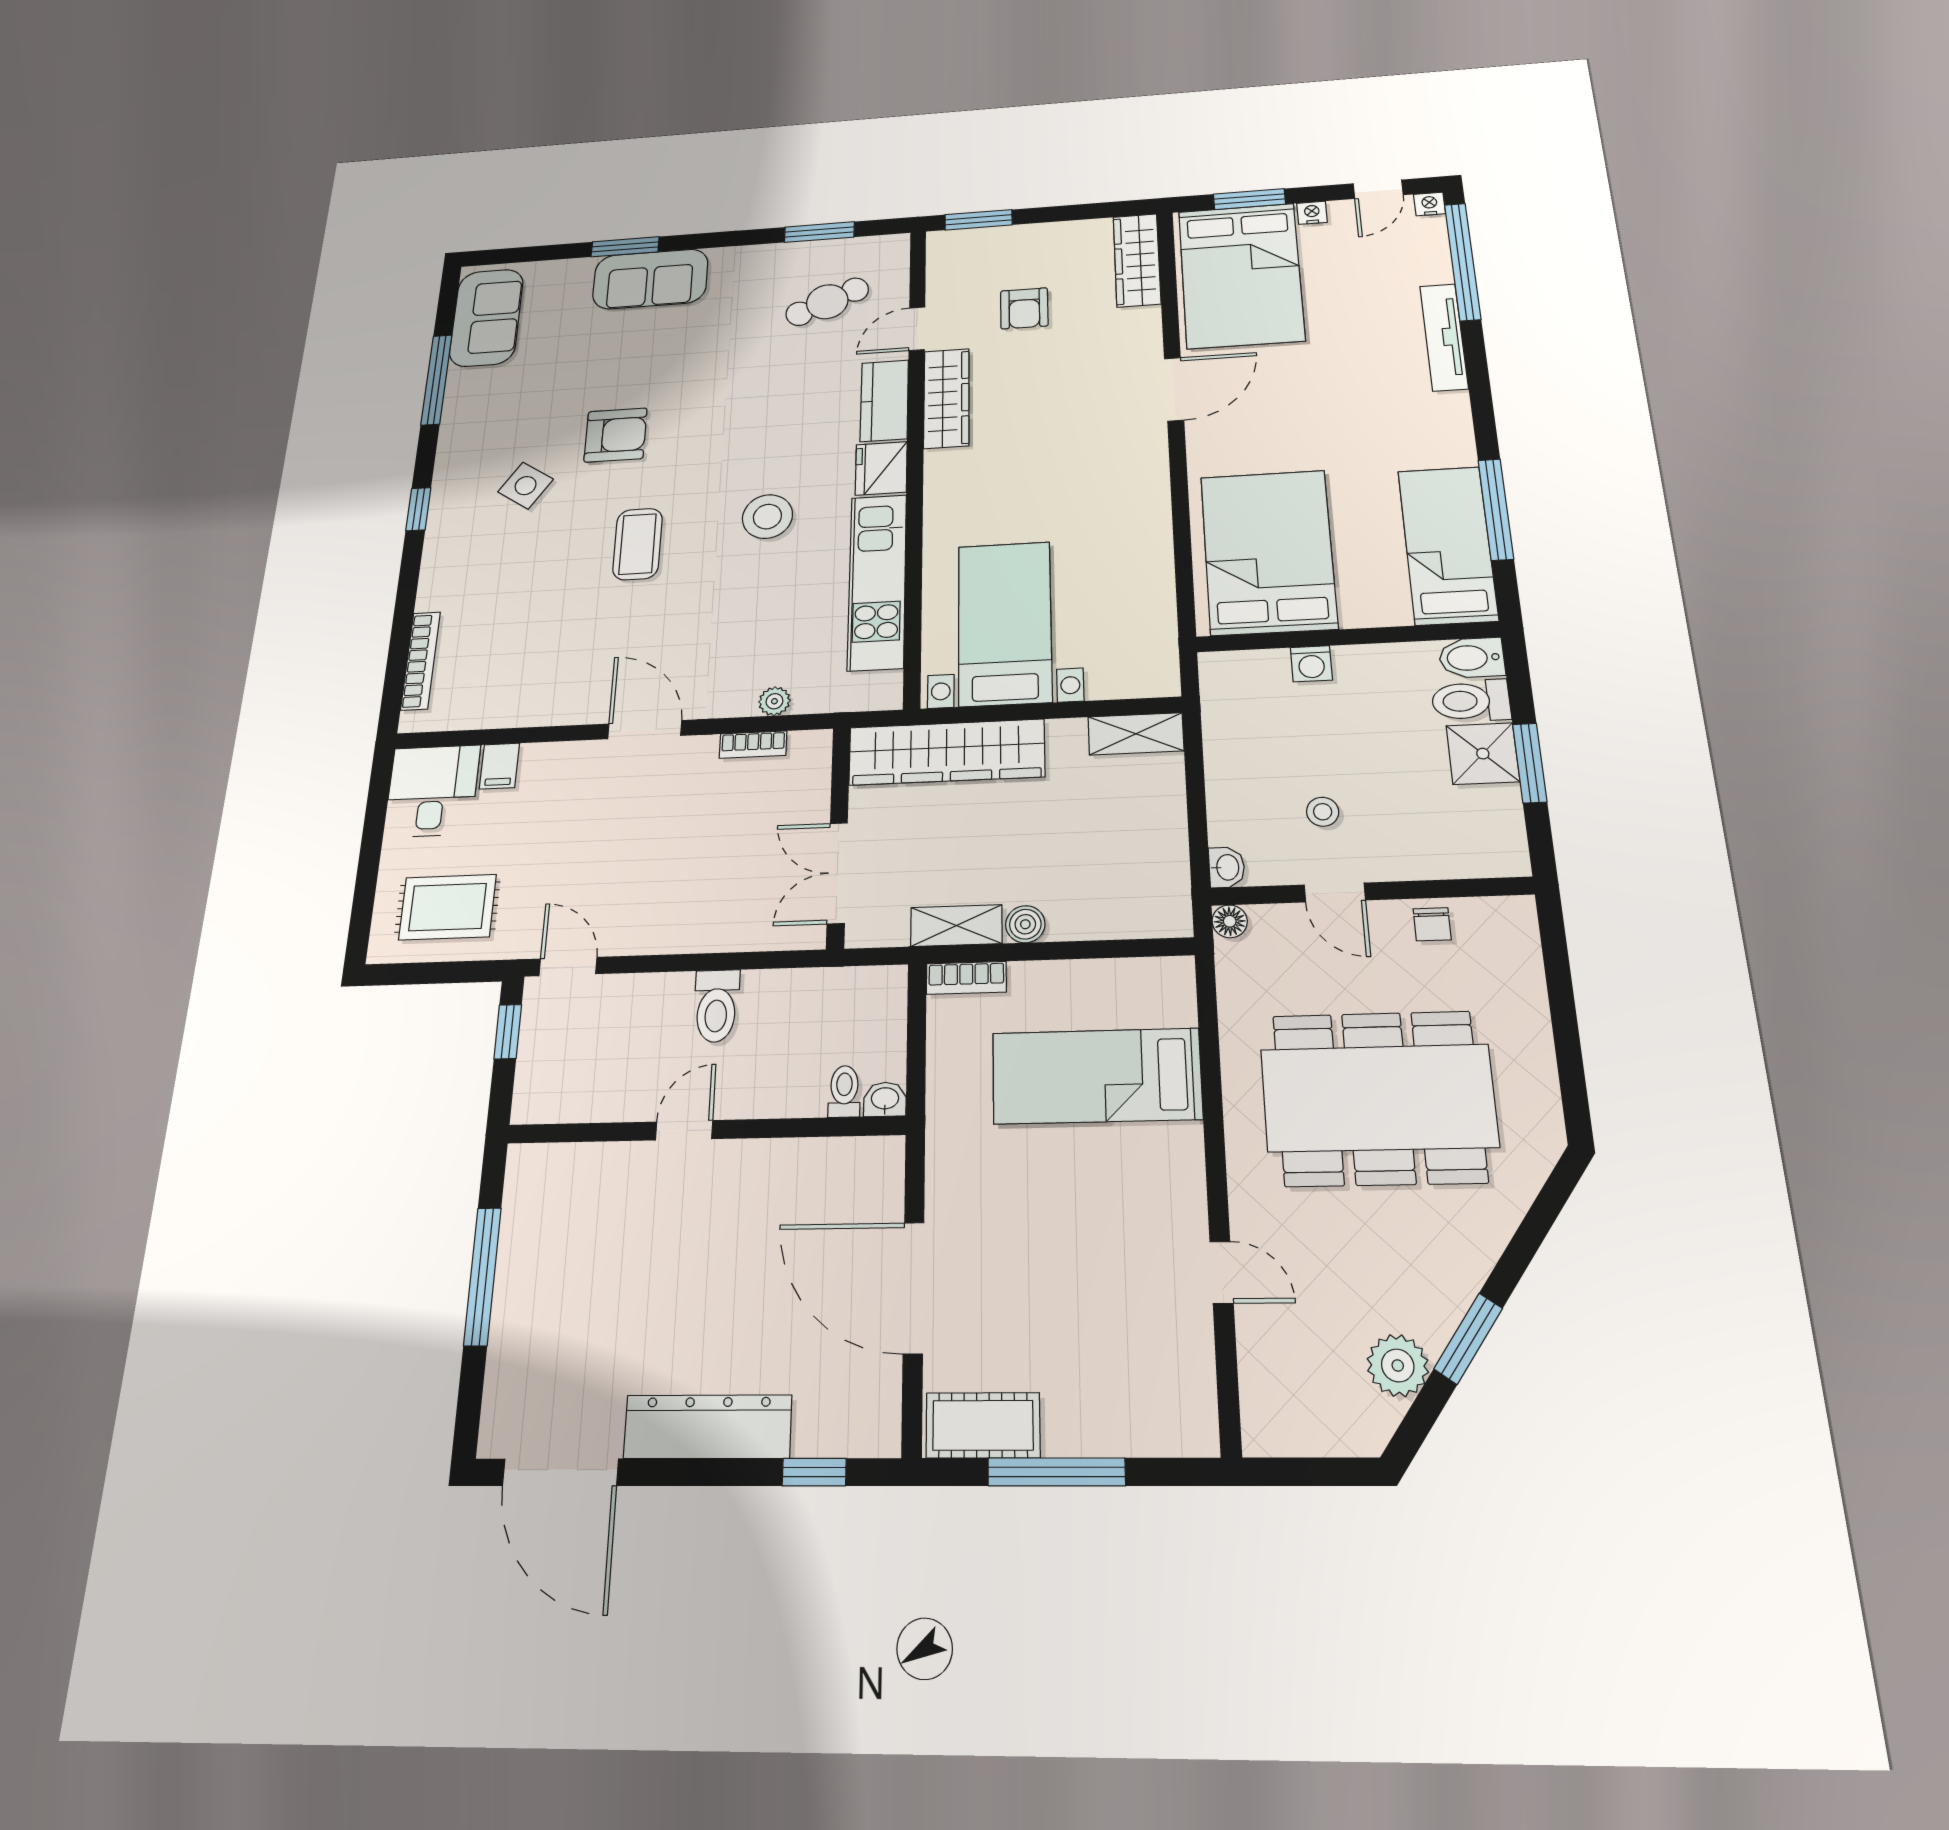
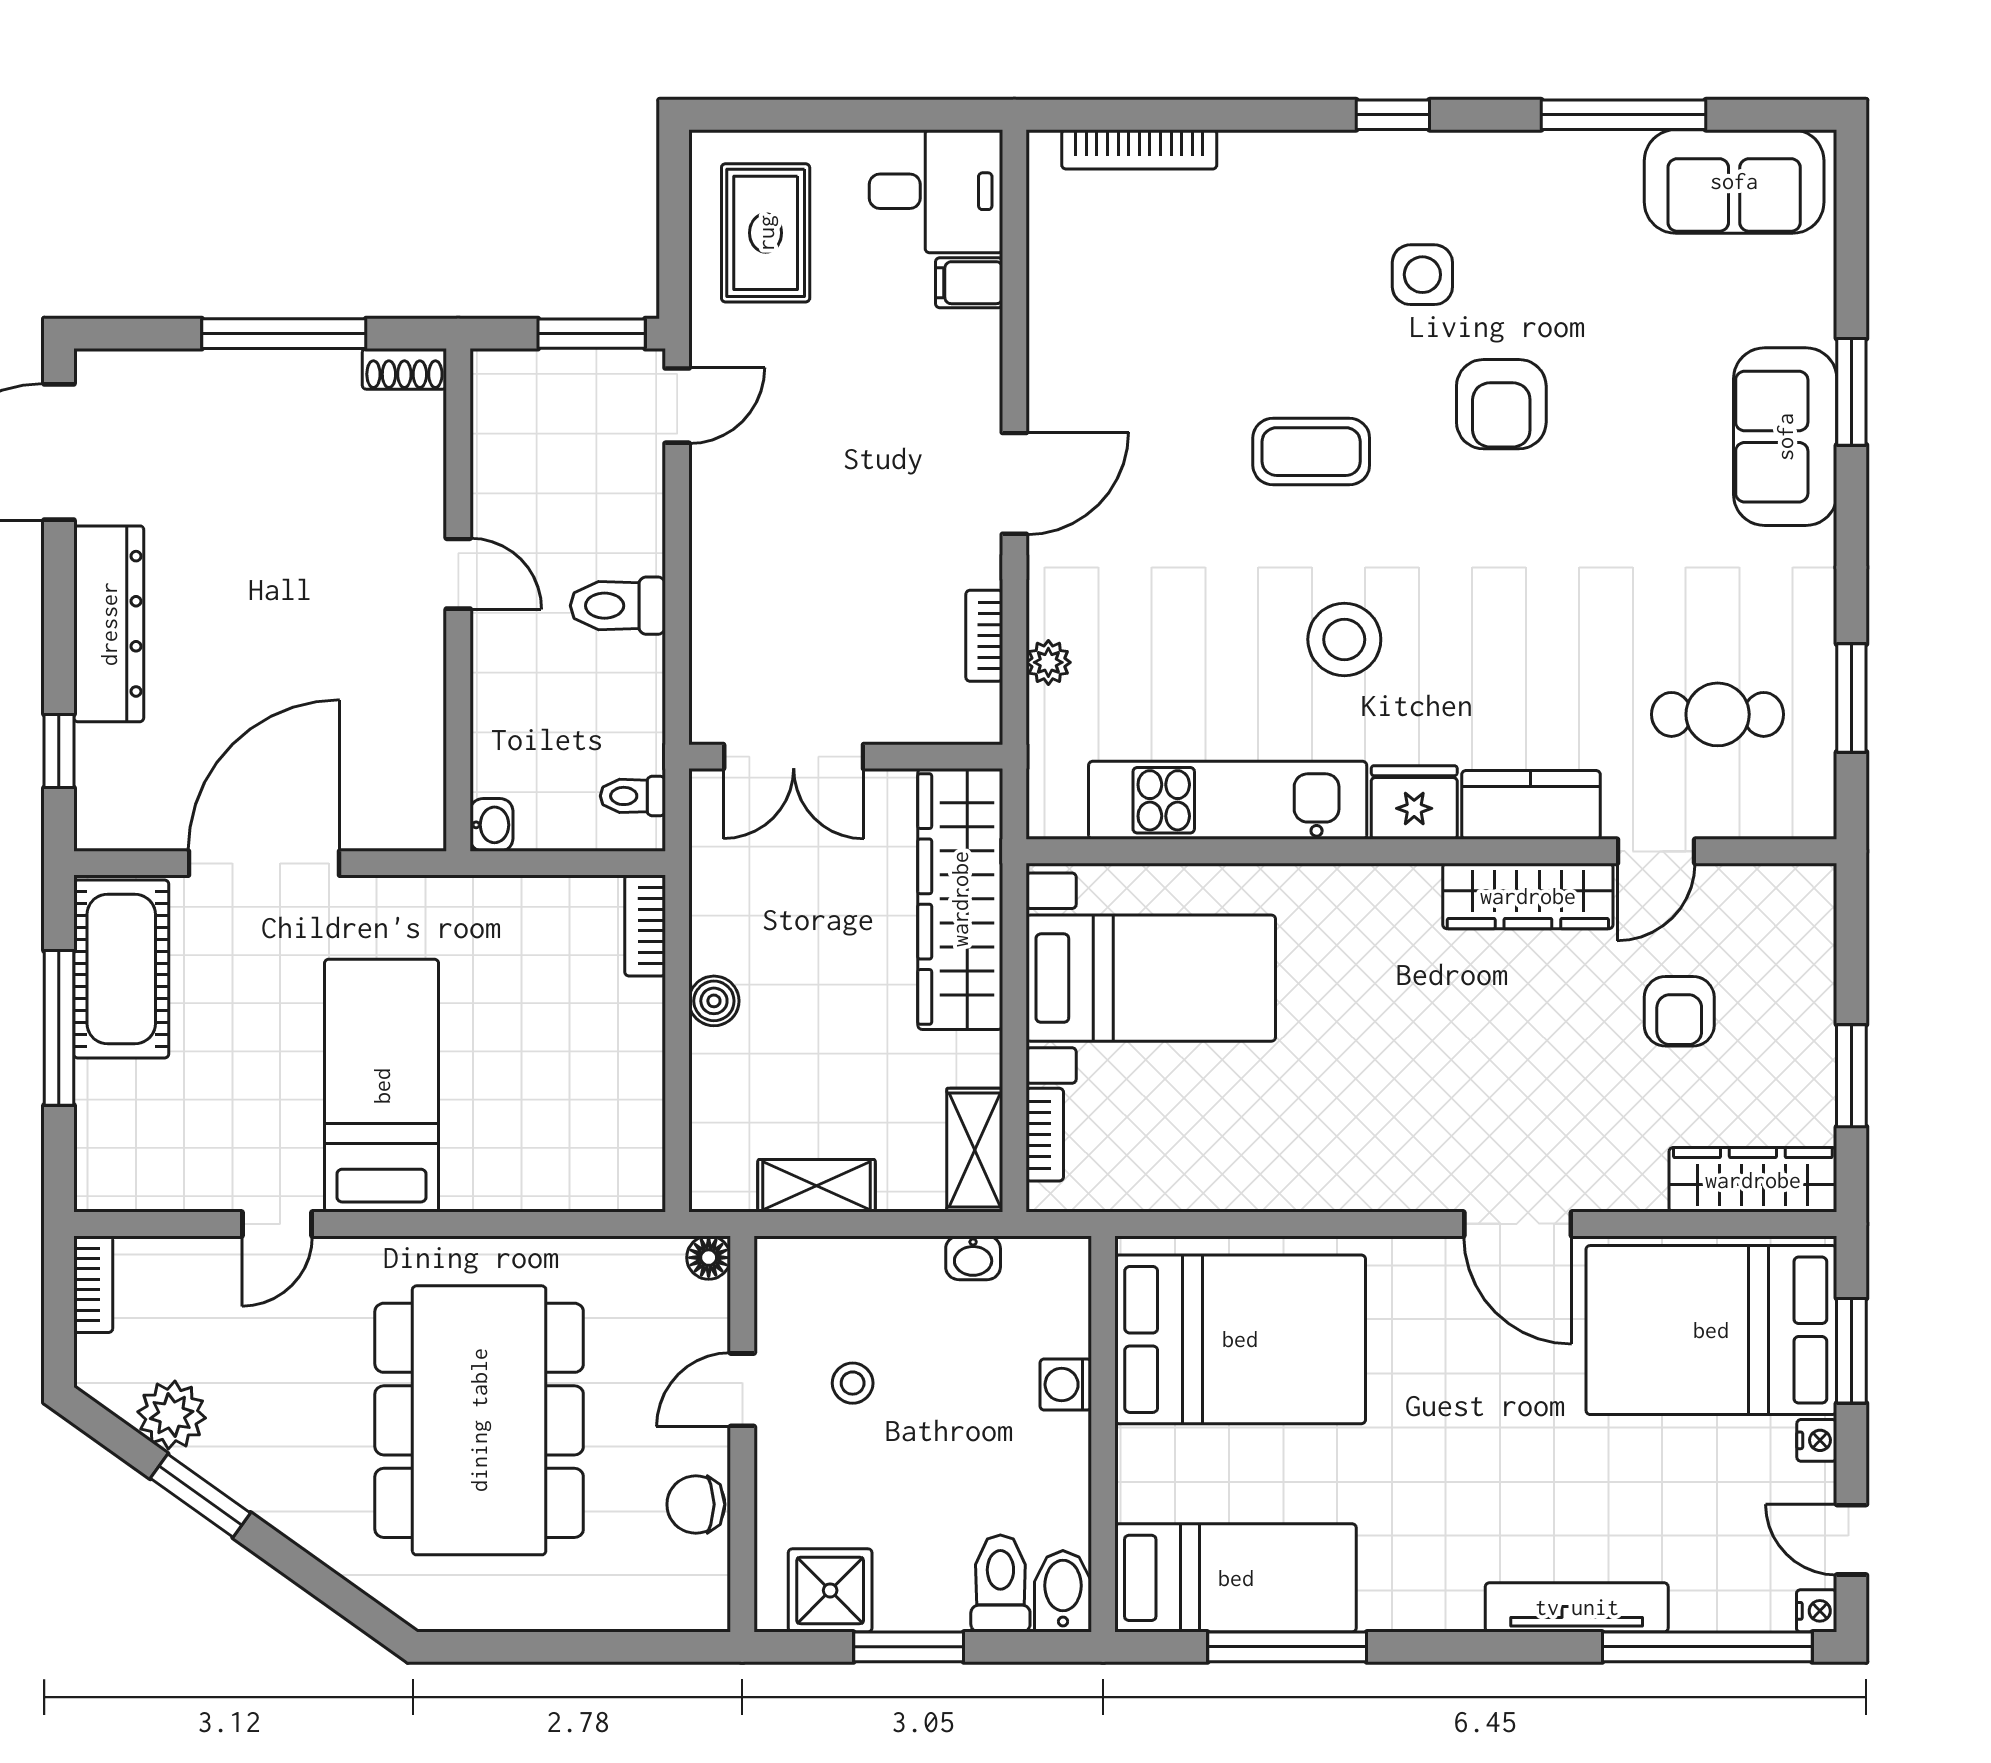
window: (979, 220) -> (1851, 1076), moved
cafe table: (827, 302) -> (1718, 714), turned -66
armchair: (1024, 308) -> (1679, 1011), turned -90
door: (917, 329) -> (1656, 851), swing flipped
side table: (526, 486) -> (1422, 275), turned -34
bookcase: (1122, 687) -> (1045, 1135), added
shower: (1483, 754) -> (830, 1590), moved
washbasin: (1227, 867) -> (973, 1258), moved
double door: (837, 873) -> (794, 757), swing flipped
chair: (1432, 924) -> (696, 1504), width x1.37, depth x1.37
shelving: (956, 926) -> (817, 1186), moved, turned 90
window: (508, 1032) -> (592, 334), width x1.50
bed: (1096, 1076) -> (382, 1086), moved
toilet: (844, 1091) -> (633, 796), moved, turned 180
shoe rack: (520, 1177) -> (404, 369), added
cot: (983, 1425) -> (121, 969), width x1.37, depth x1.34
bookcase: (1285, 1439) -> (93, 1284), added

